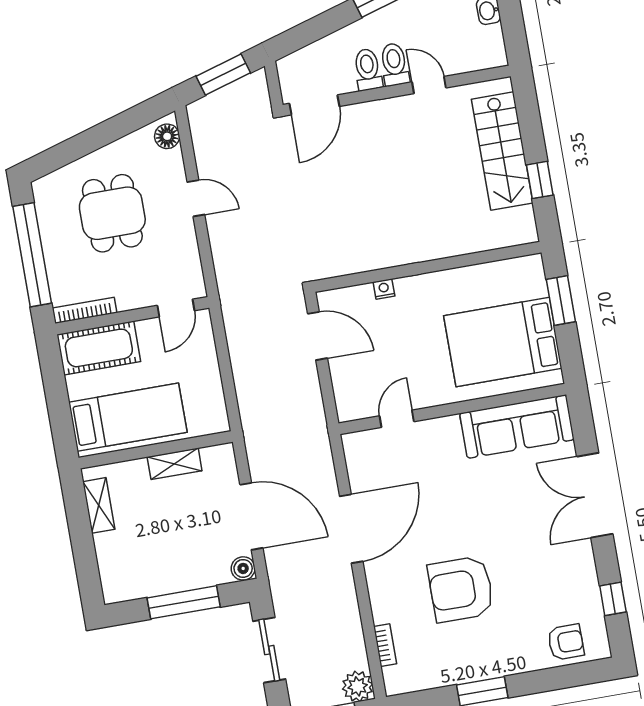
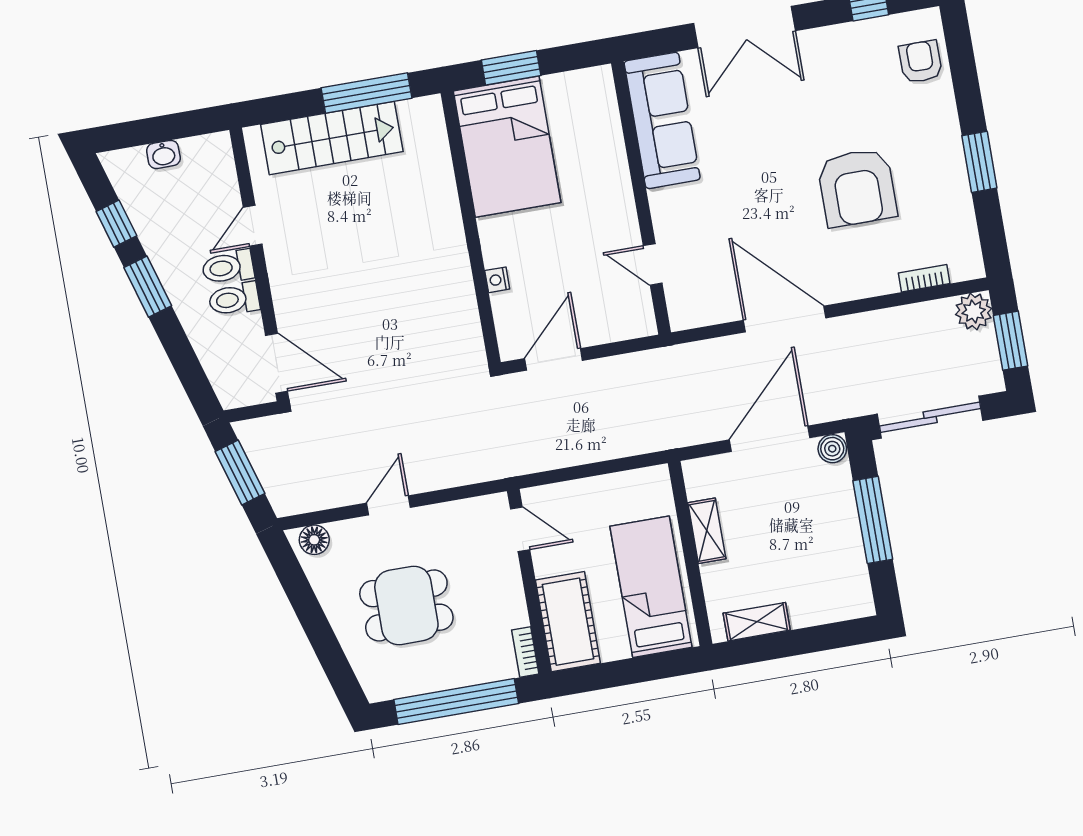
window: (540, 180) -> (366, 93), width x2.17
bookcase: (85, 310) -> (525, 652), width x0.64
bed: (503, 342) -> (507, 147), moved
sliding door: (269, 650) -> (930, 417), width x1.37

